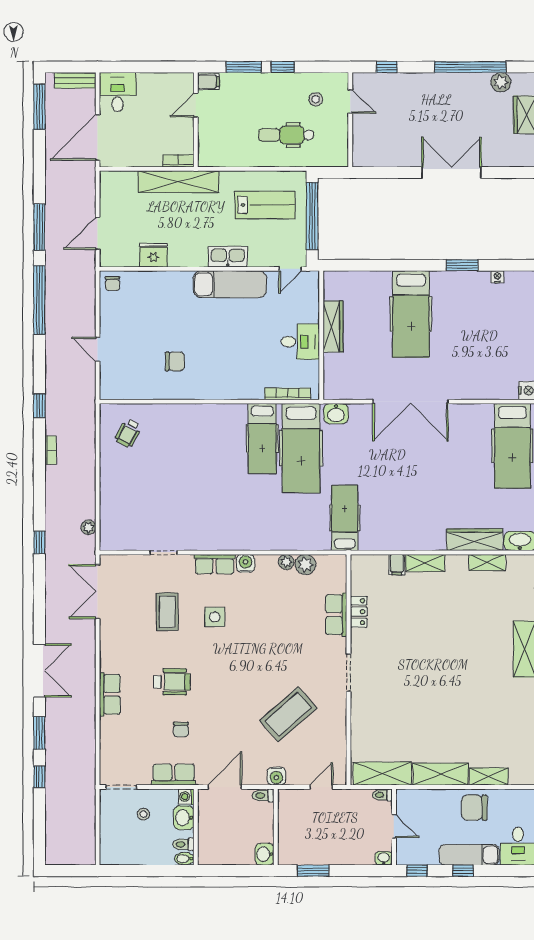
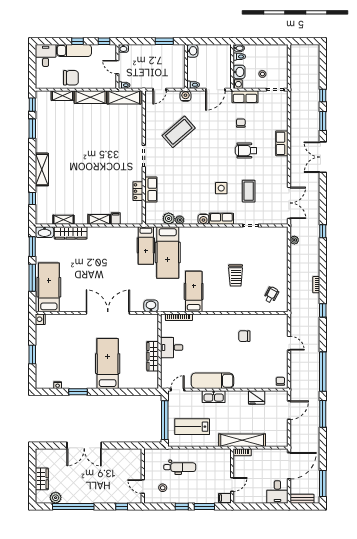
hospital bed: (301, 448) -> (168, 252), moved, turned 180
trolley: (190, 466) -> (236, 275), added

